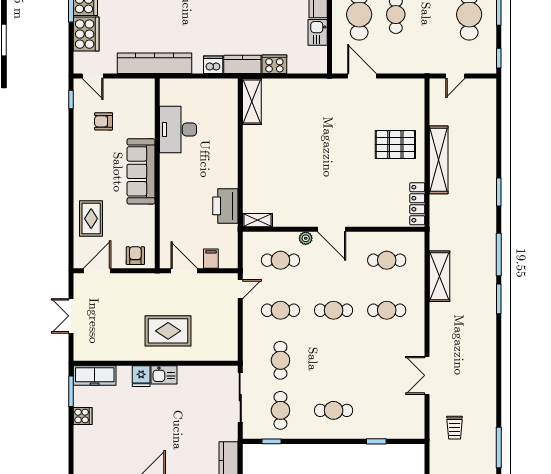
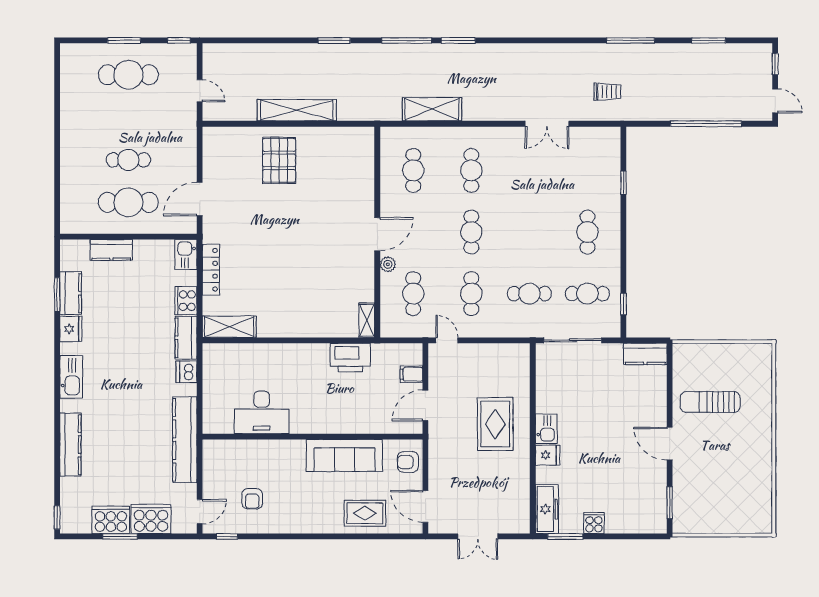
kitchen sink: (318, 32) -> (186, 255), moved, turned 90
sofa: (141, 171) -> (344, 455), moved
locker: (417, 204) -> (211, 270), moved, turned -90

